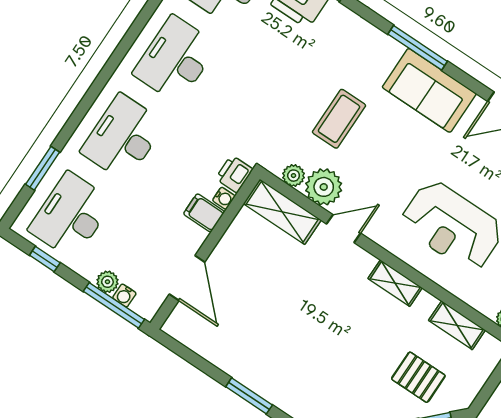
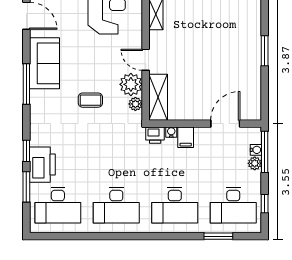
coffee table: (339, 119) -> (90, 100), width x0.73, depth x0.77

